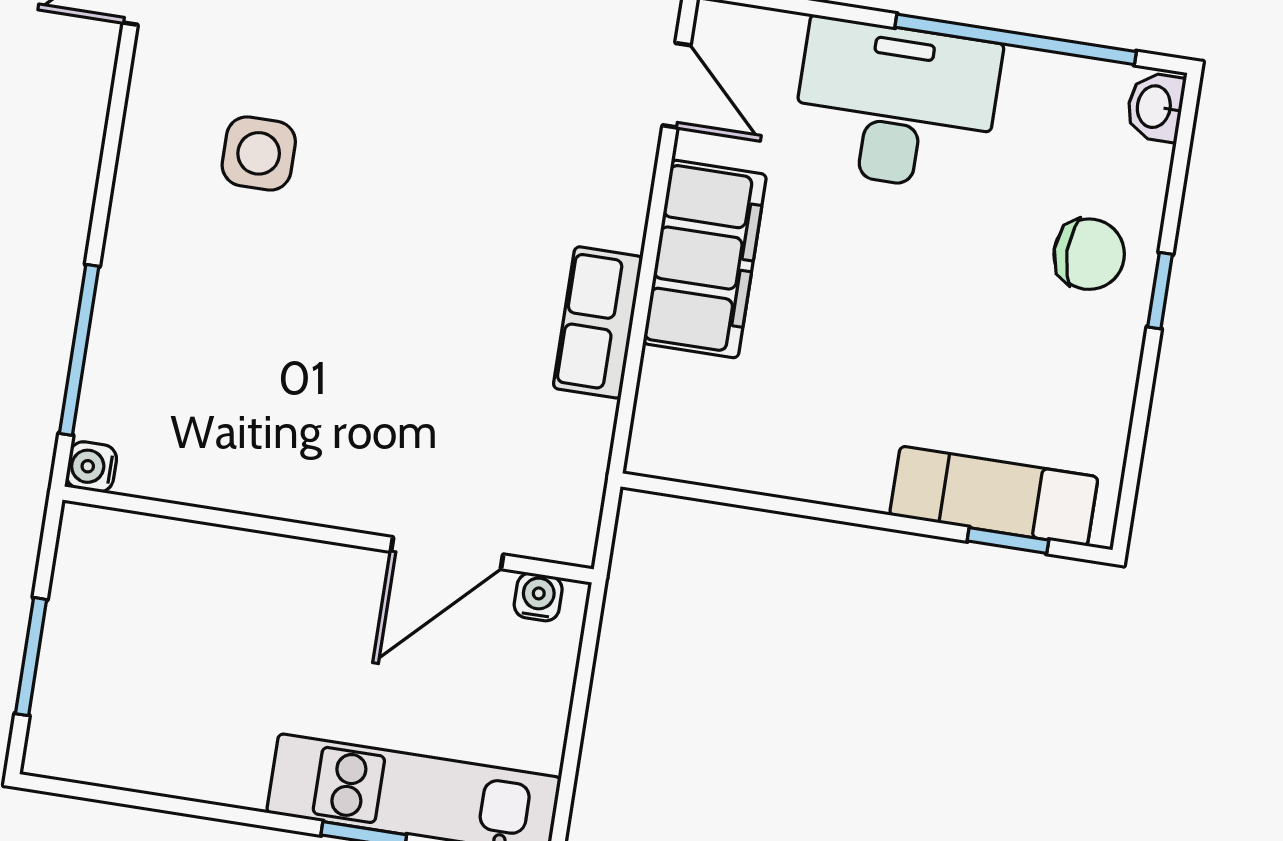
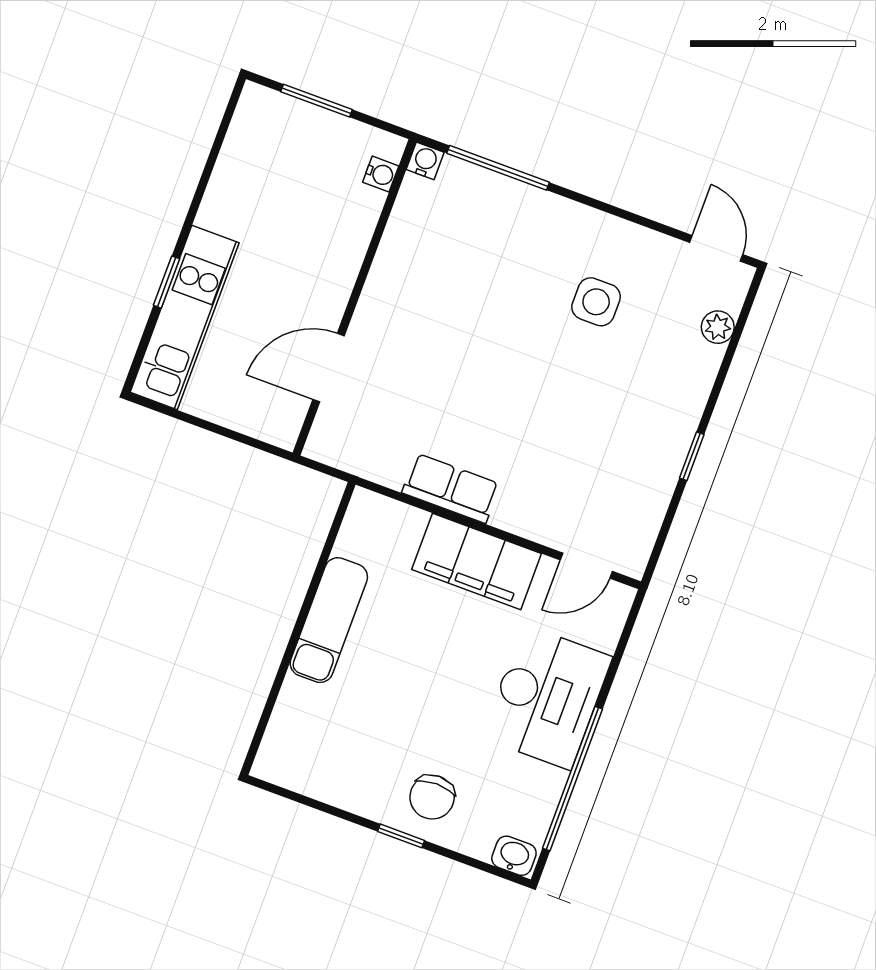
exam couch: (994, 496) -> (329, 620), moved
window: (1008, 540) -> (267, 712), removed
door: (447, 553) -> (328, 368), hinge flipped
water cooler: (538, 597) -> (381, 174), moved

